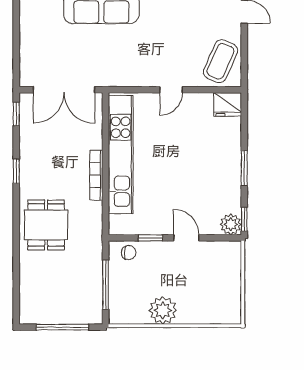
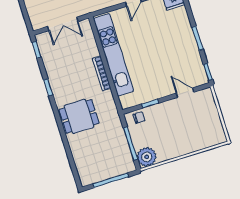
double door: (64, 90) -> (63, 24), width x0.73
plant: (231, 224) -> (200, 78), removed
dining table: (46, 225) -> (79, 116), turned 90
door: (186, 238) -> (185, 93), moved
plant: (163, 310) -> (147, 157), moved

